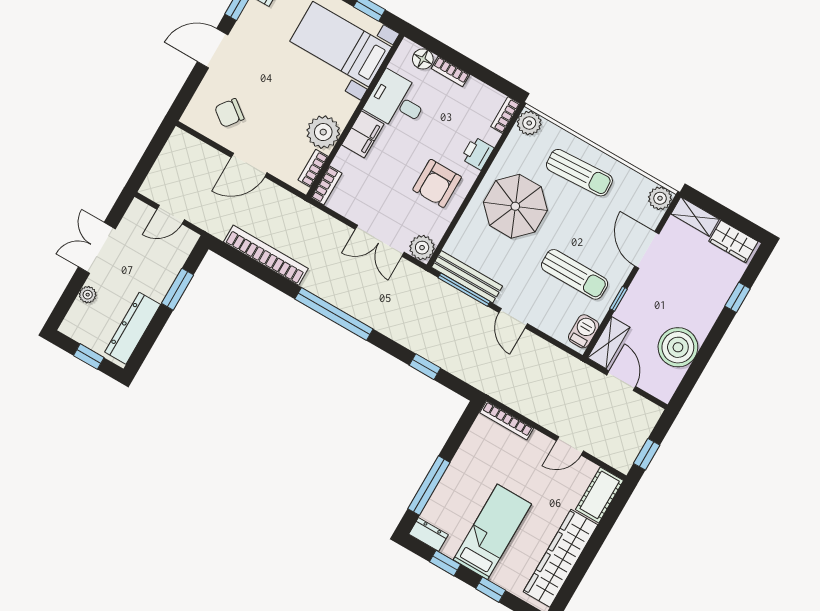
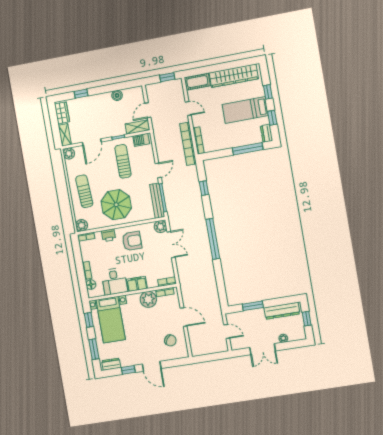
bookcase: (266, 255) -> (188, 144), moved
boiler: (678, 347) -> (117, 95), width x0.54, depth x0.54

